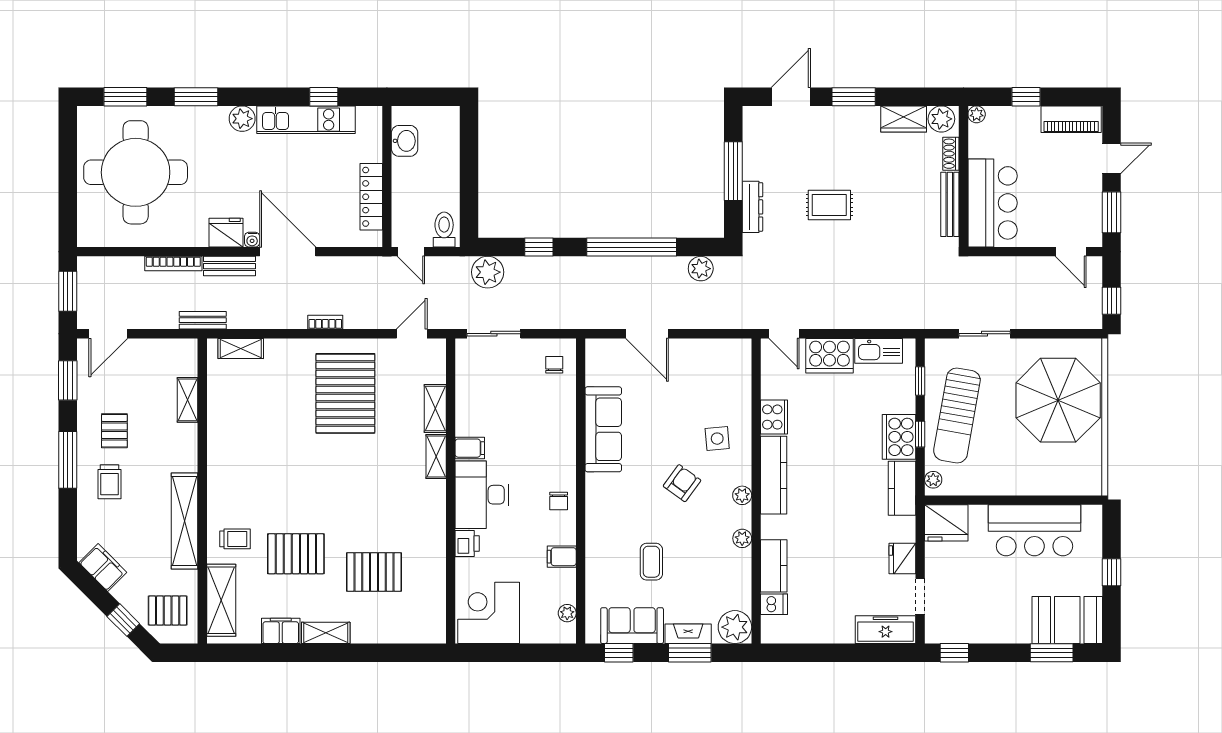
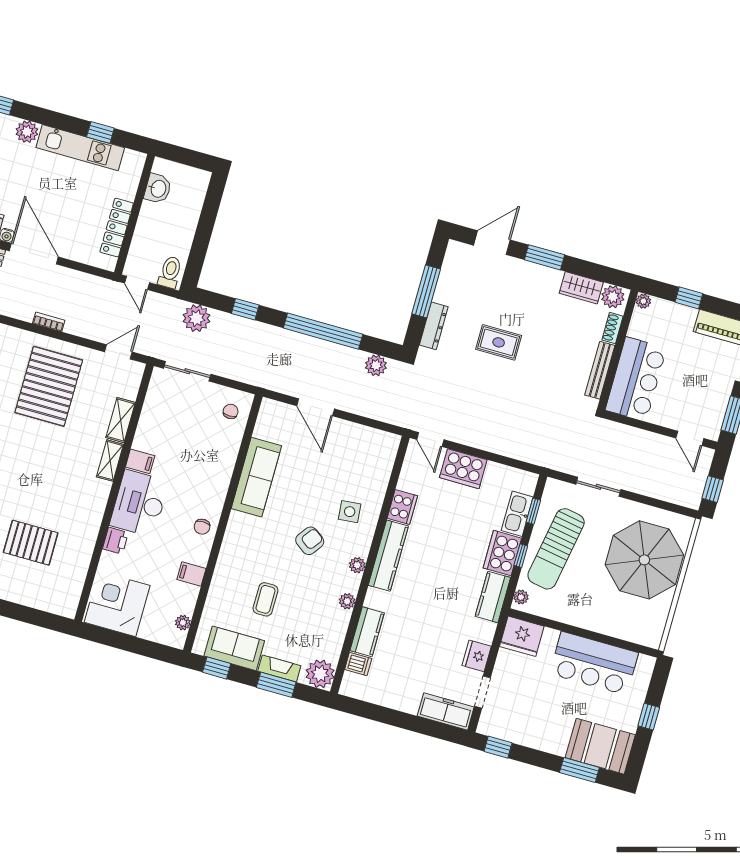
kitchen sink: (879, 351) -> (517, 514), moved, turned 90

